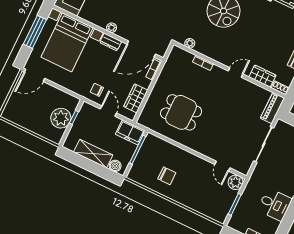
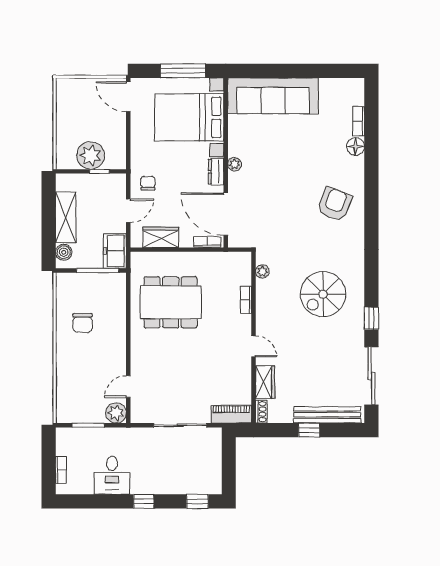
dining table: (181, 112) -> (171, 302), width x1.38

